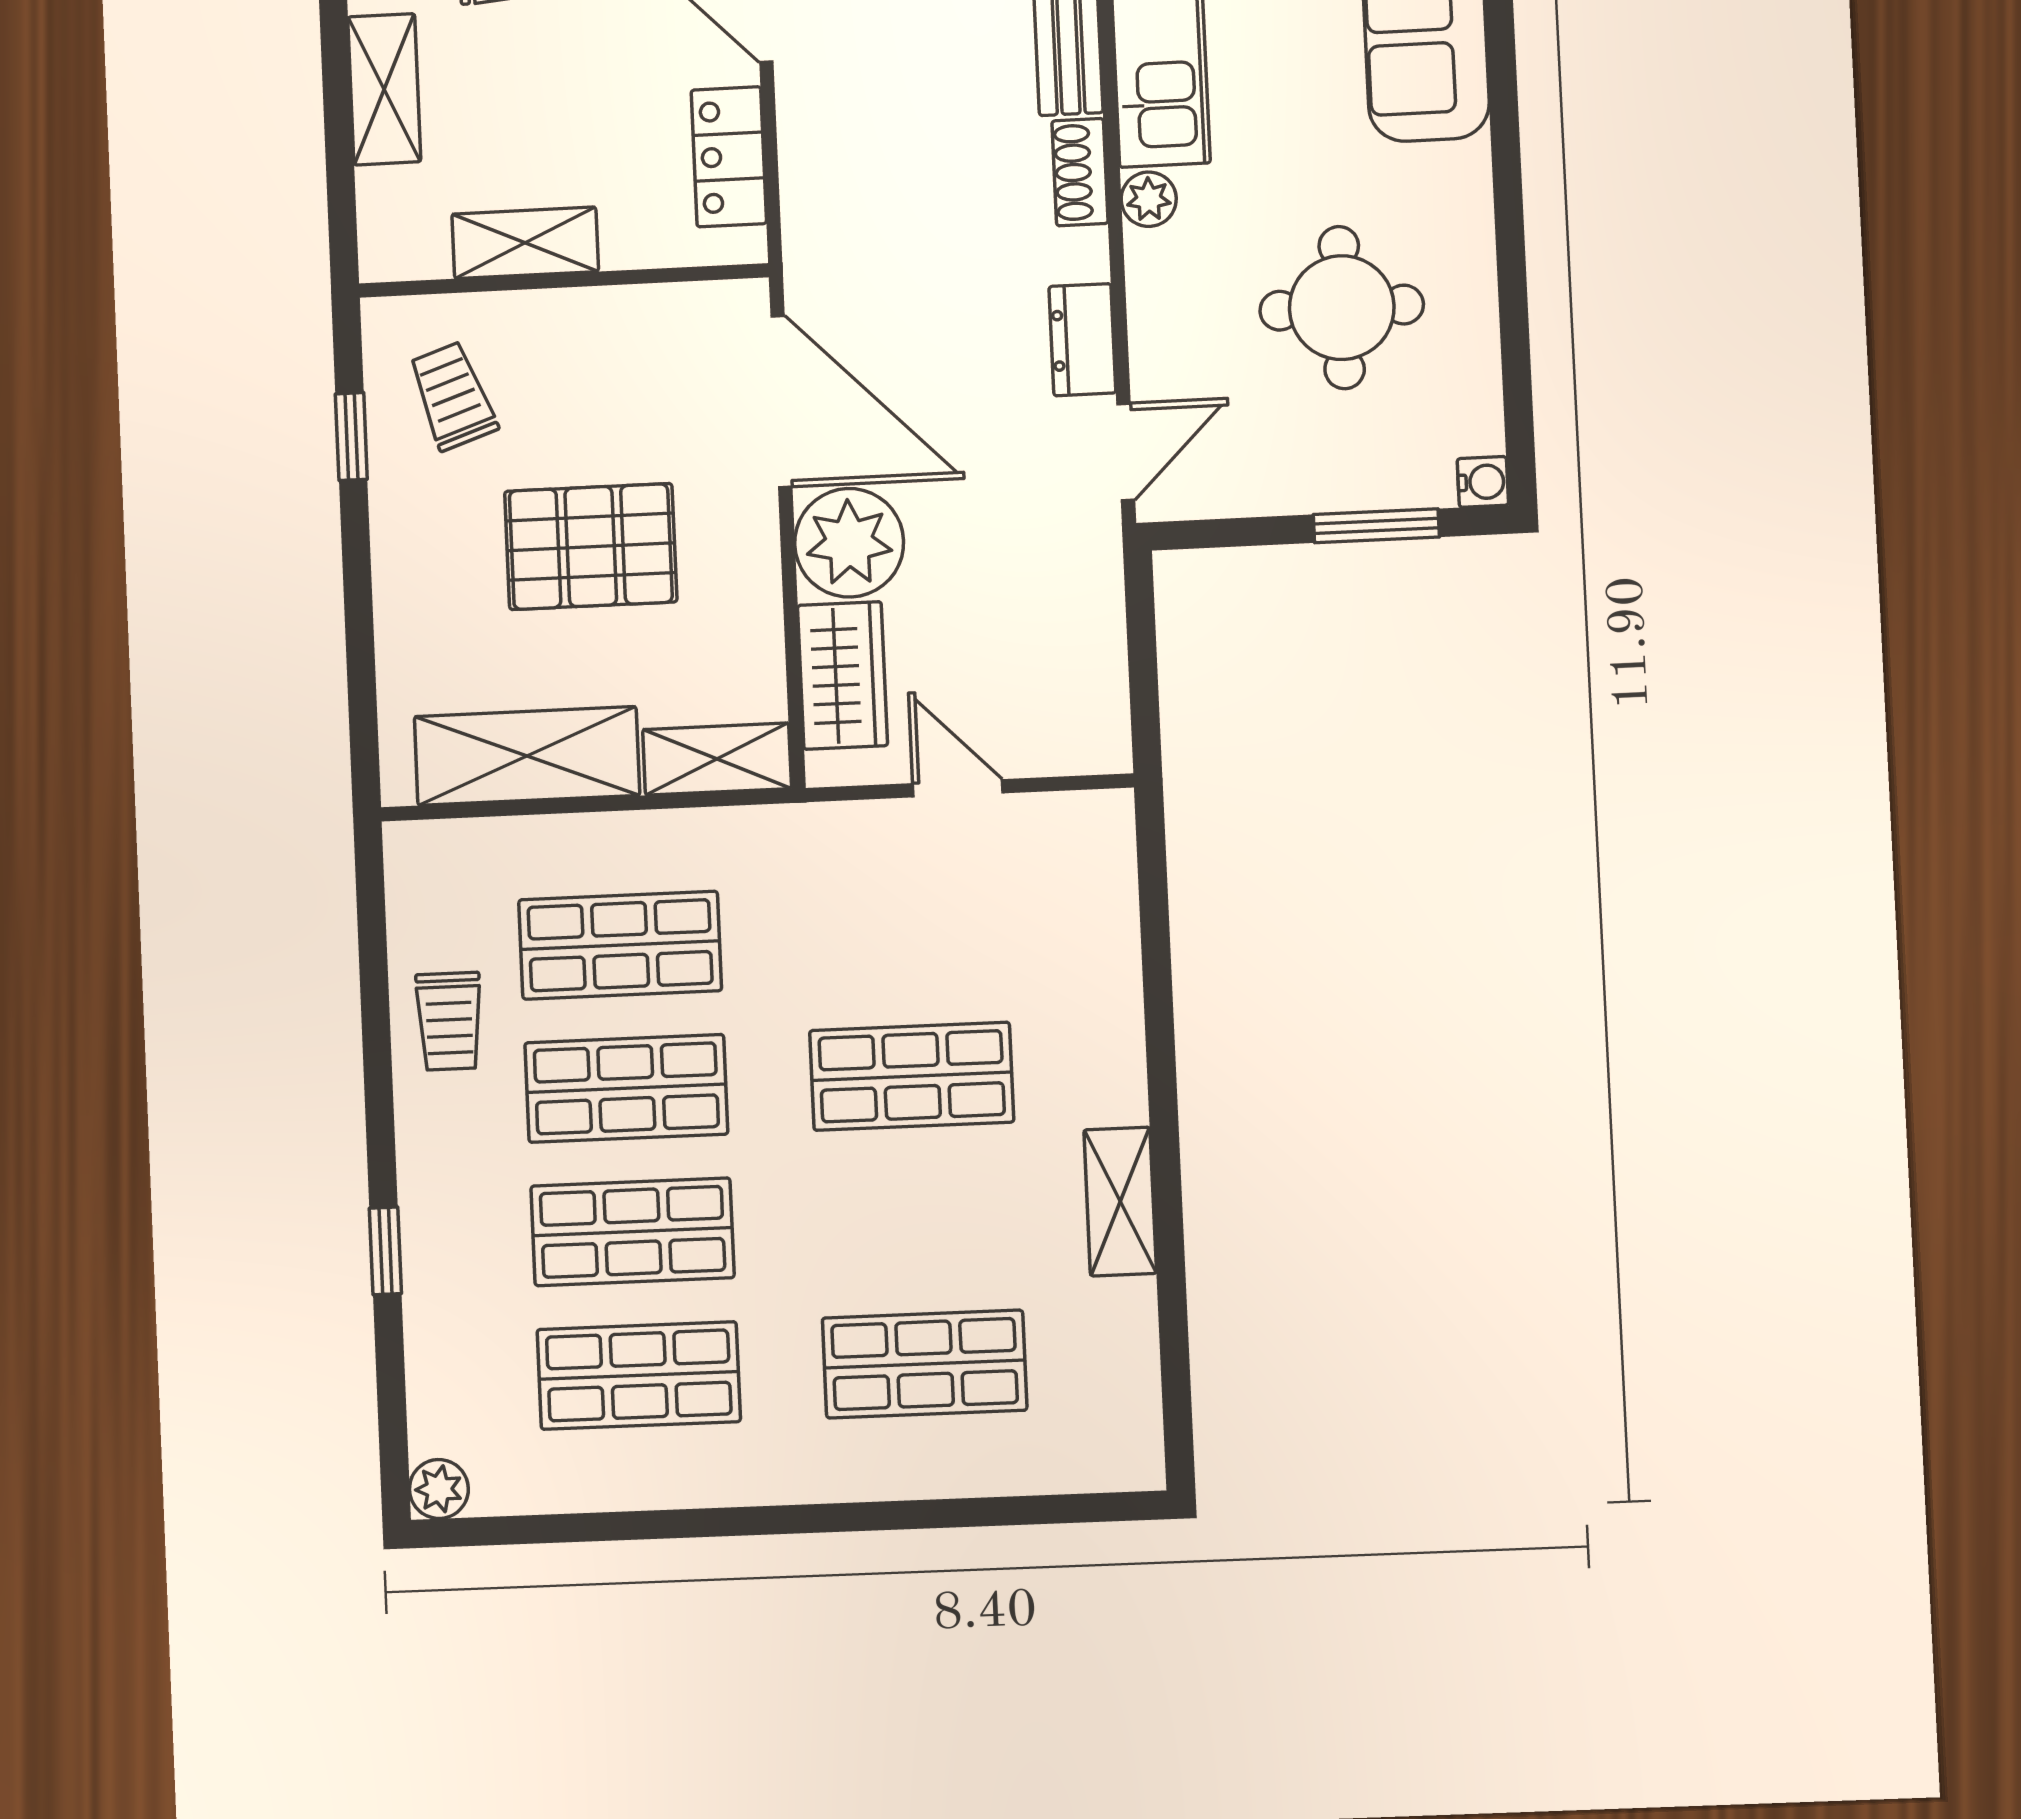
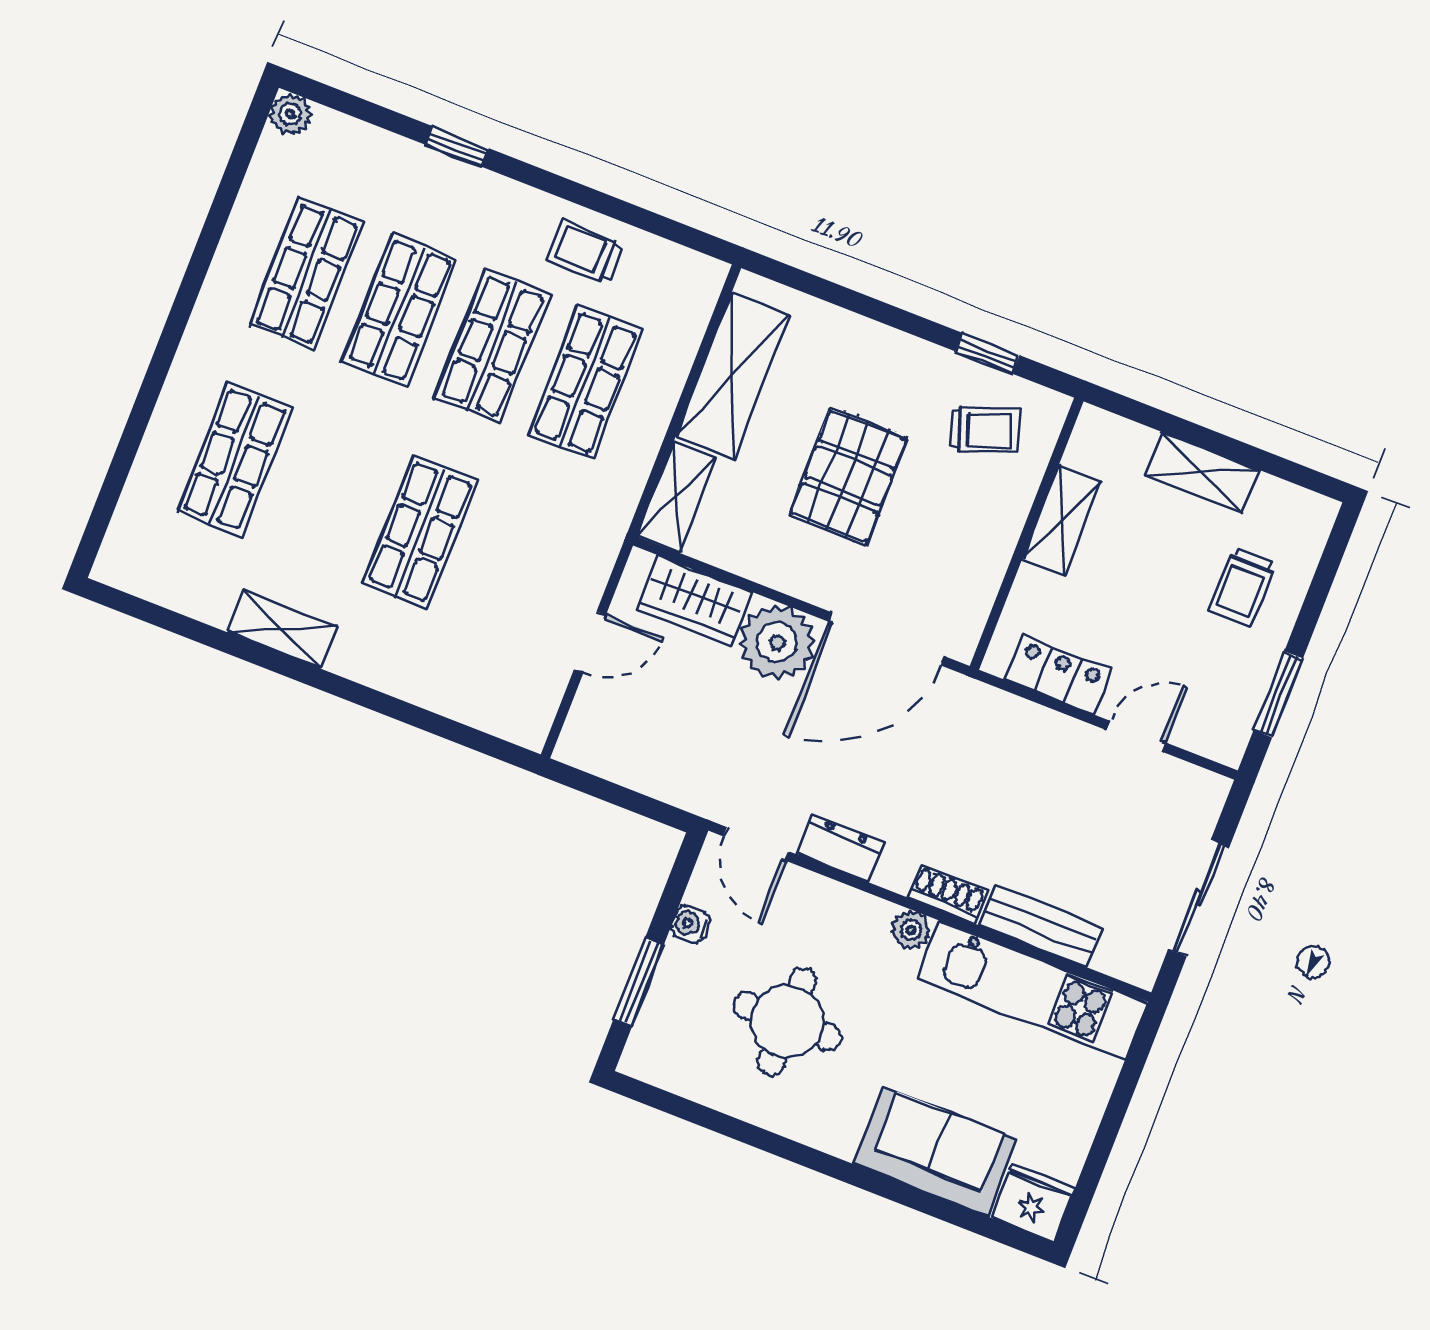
water cooler: (1483, 482) -> (690, 924), moved, turned 90

